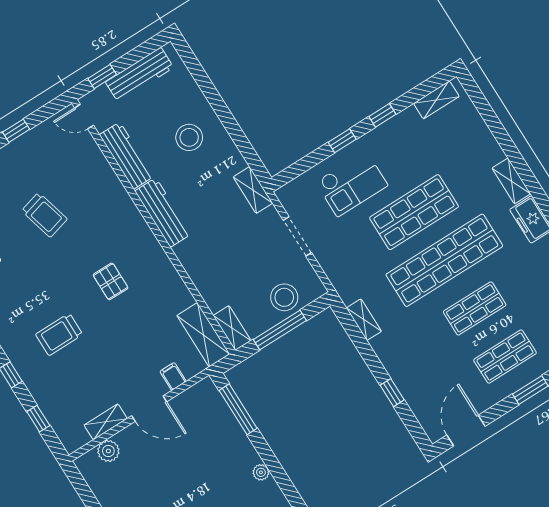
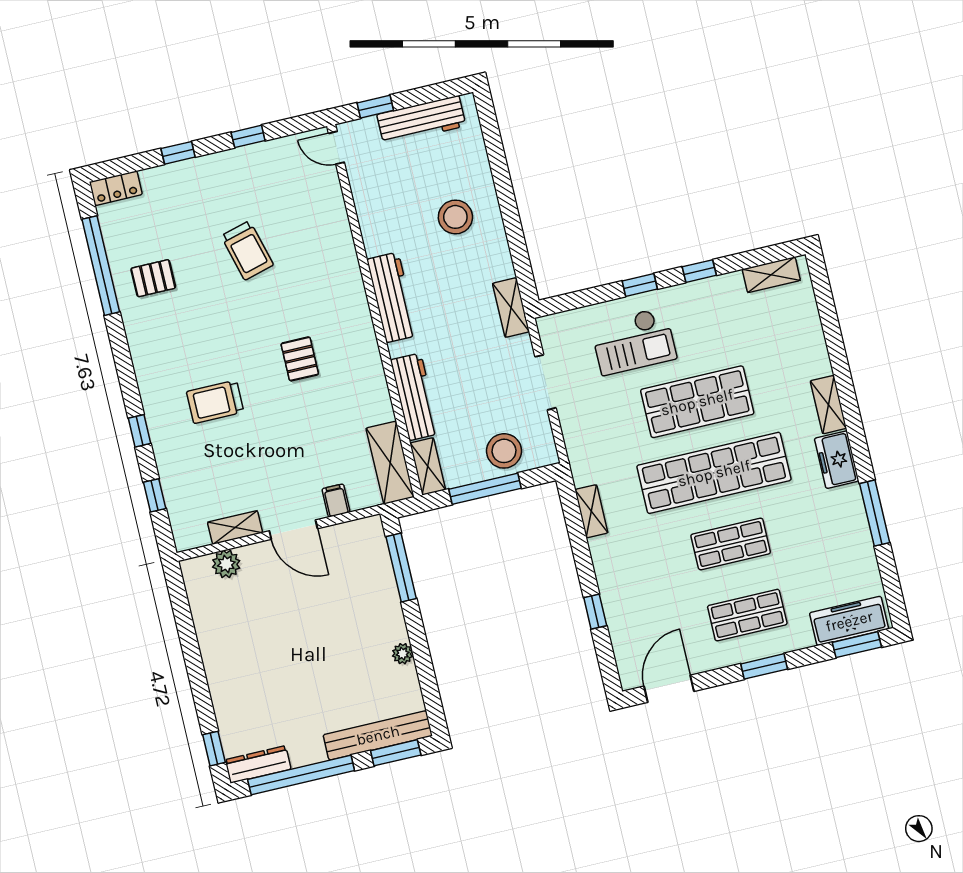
workbench: (127, 156) -> (415, 397), moved

